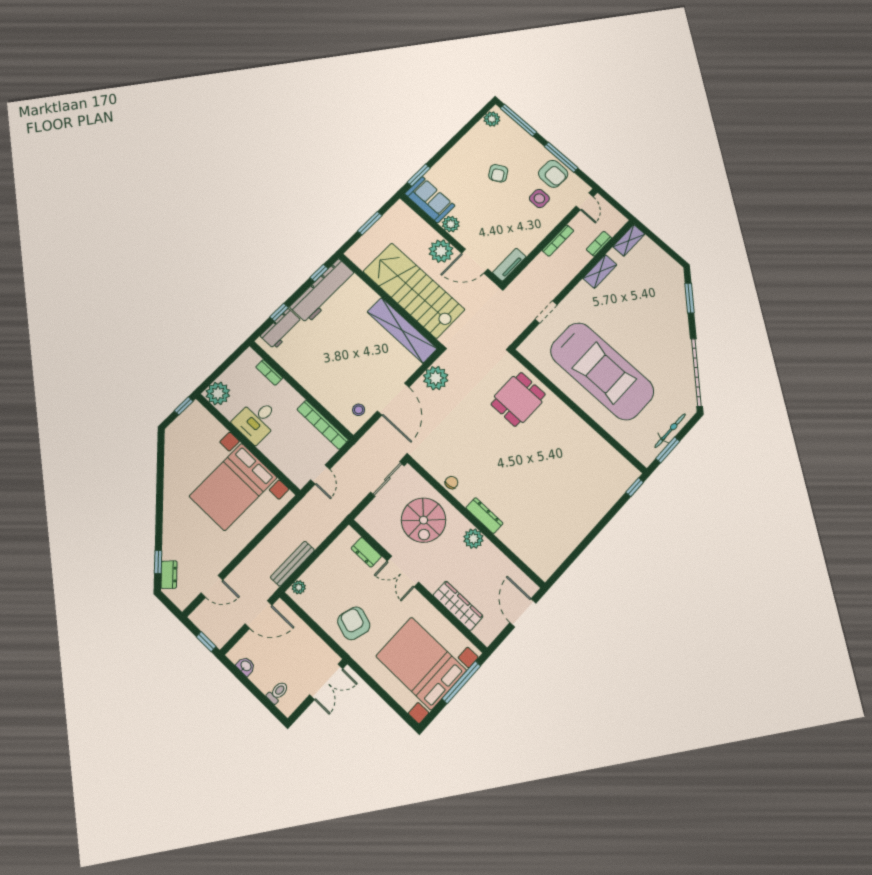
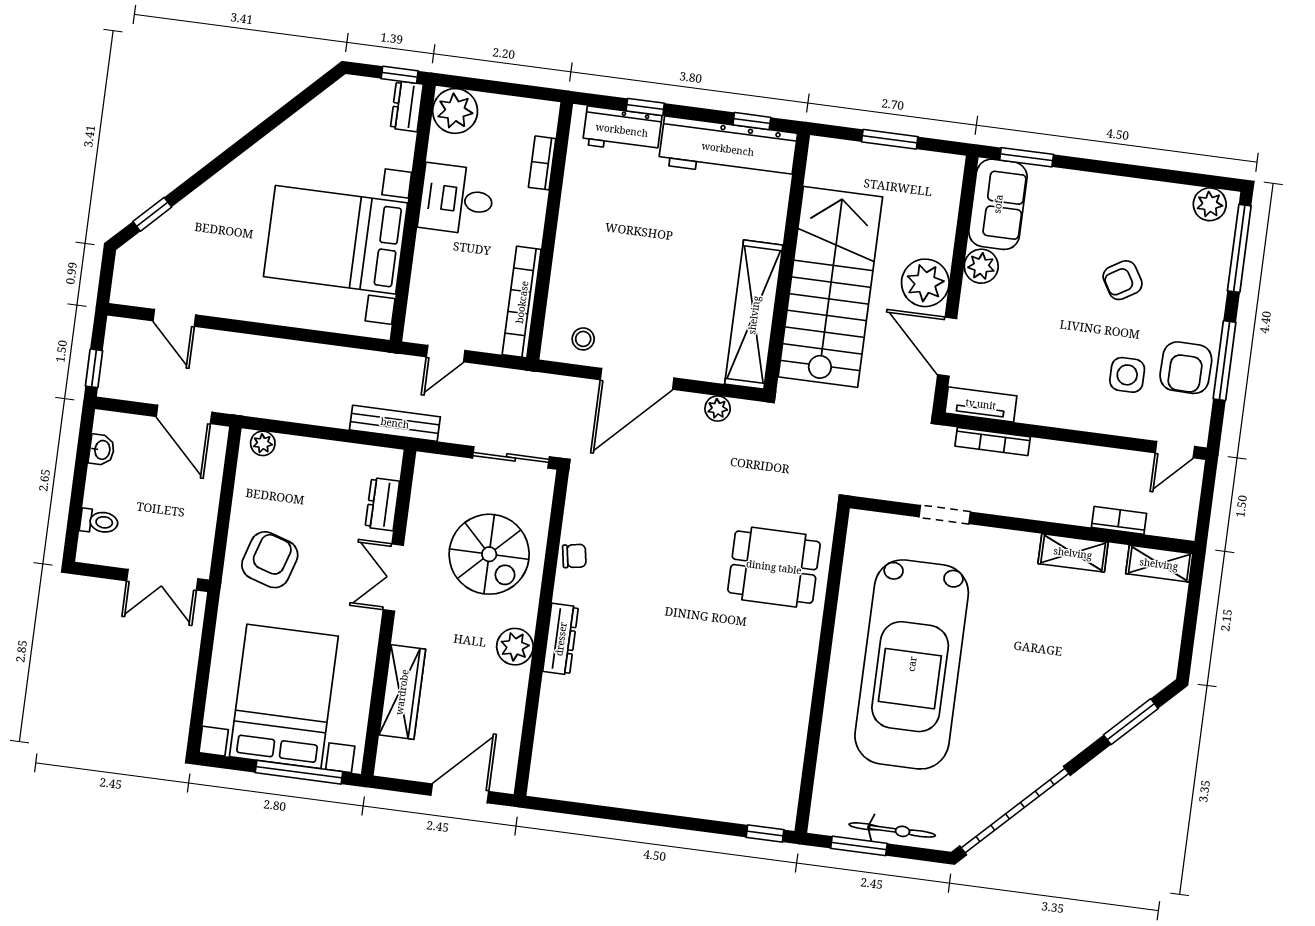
bookcase: (558, 241) -> (993, 441), moved
plant: (436, 378) -> (718, 408), width x0.53, depth x0.53
spiral stairs: (424, 520) -> (489, 554), turned -90
bench: (292, 564) -> (395, 423), moved
dresser: (169, 575) -> (407, 106), moved, turned 135

